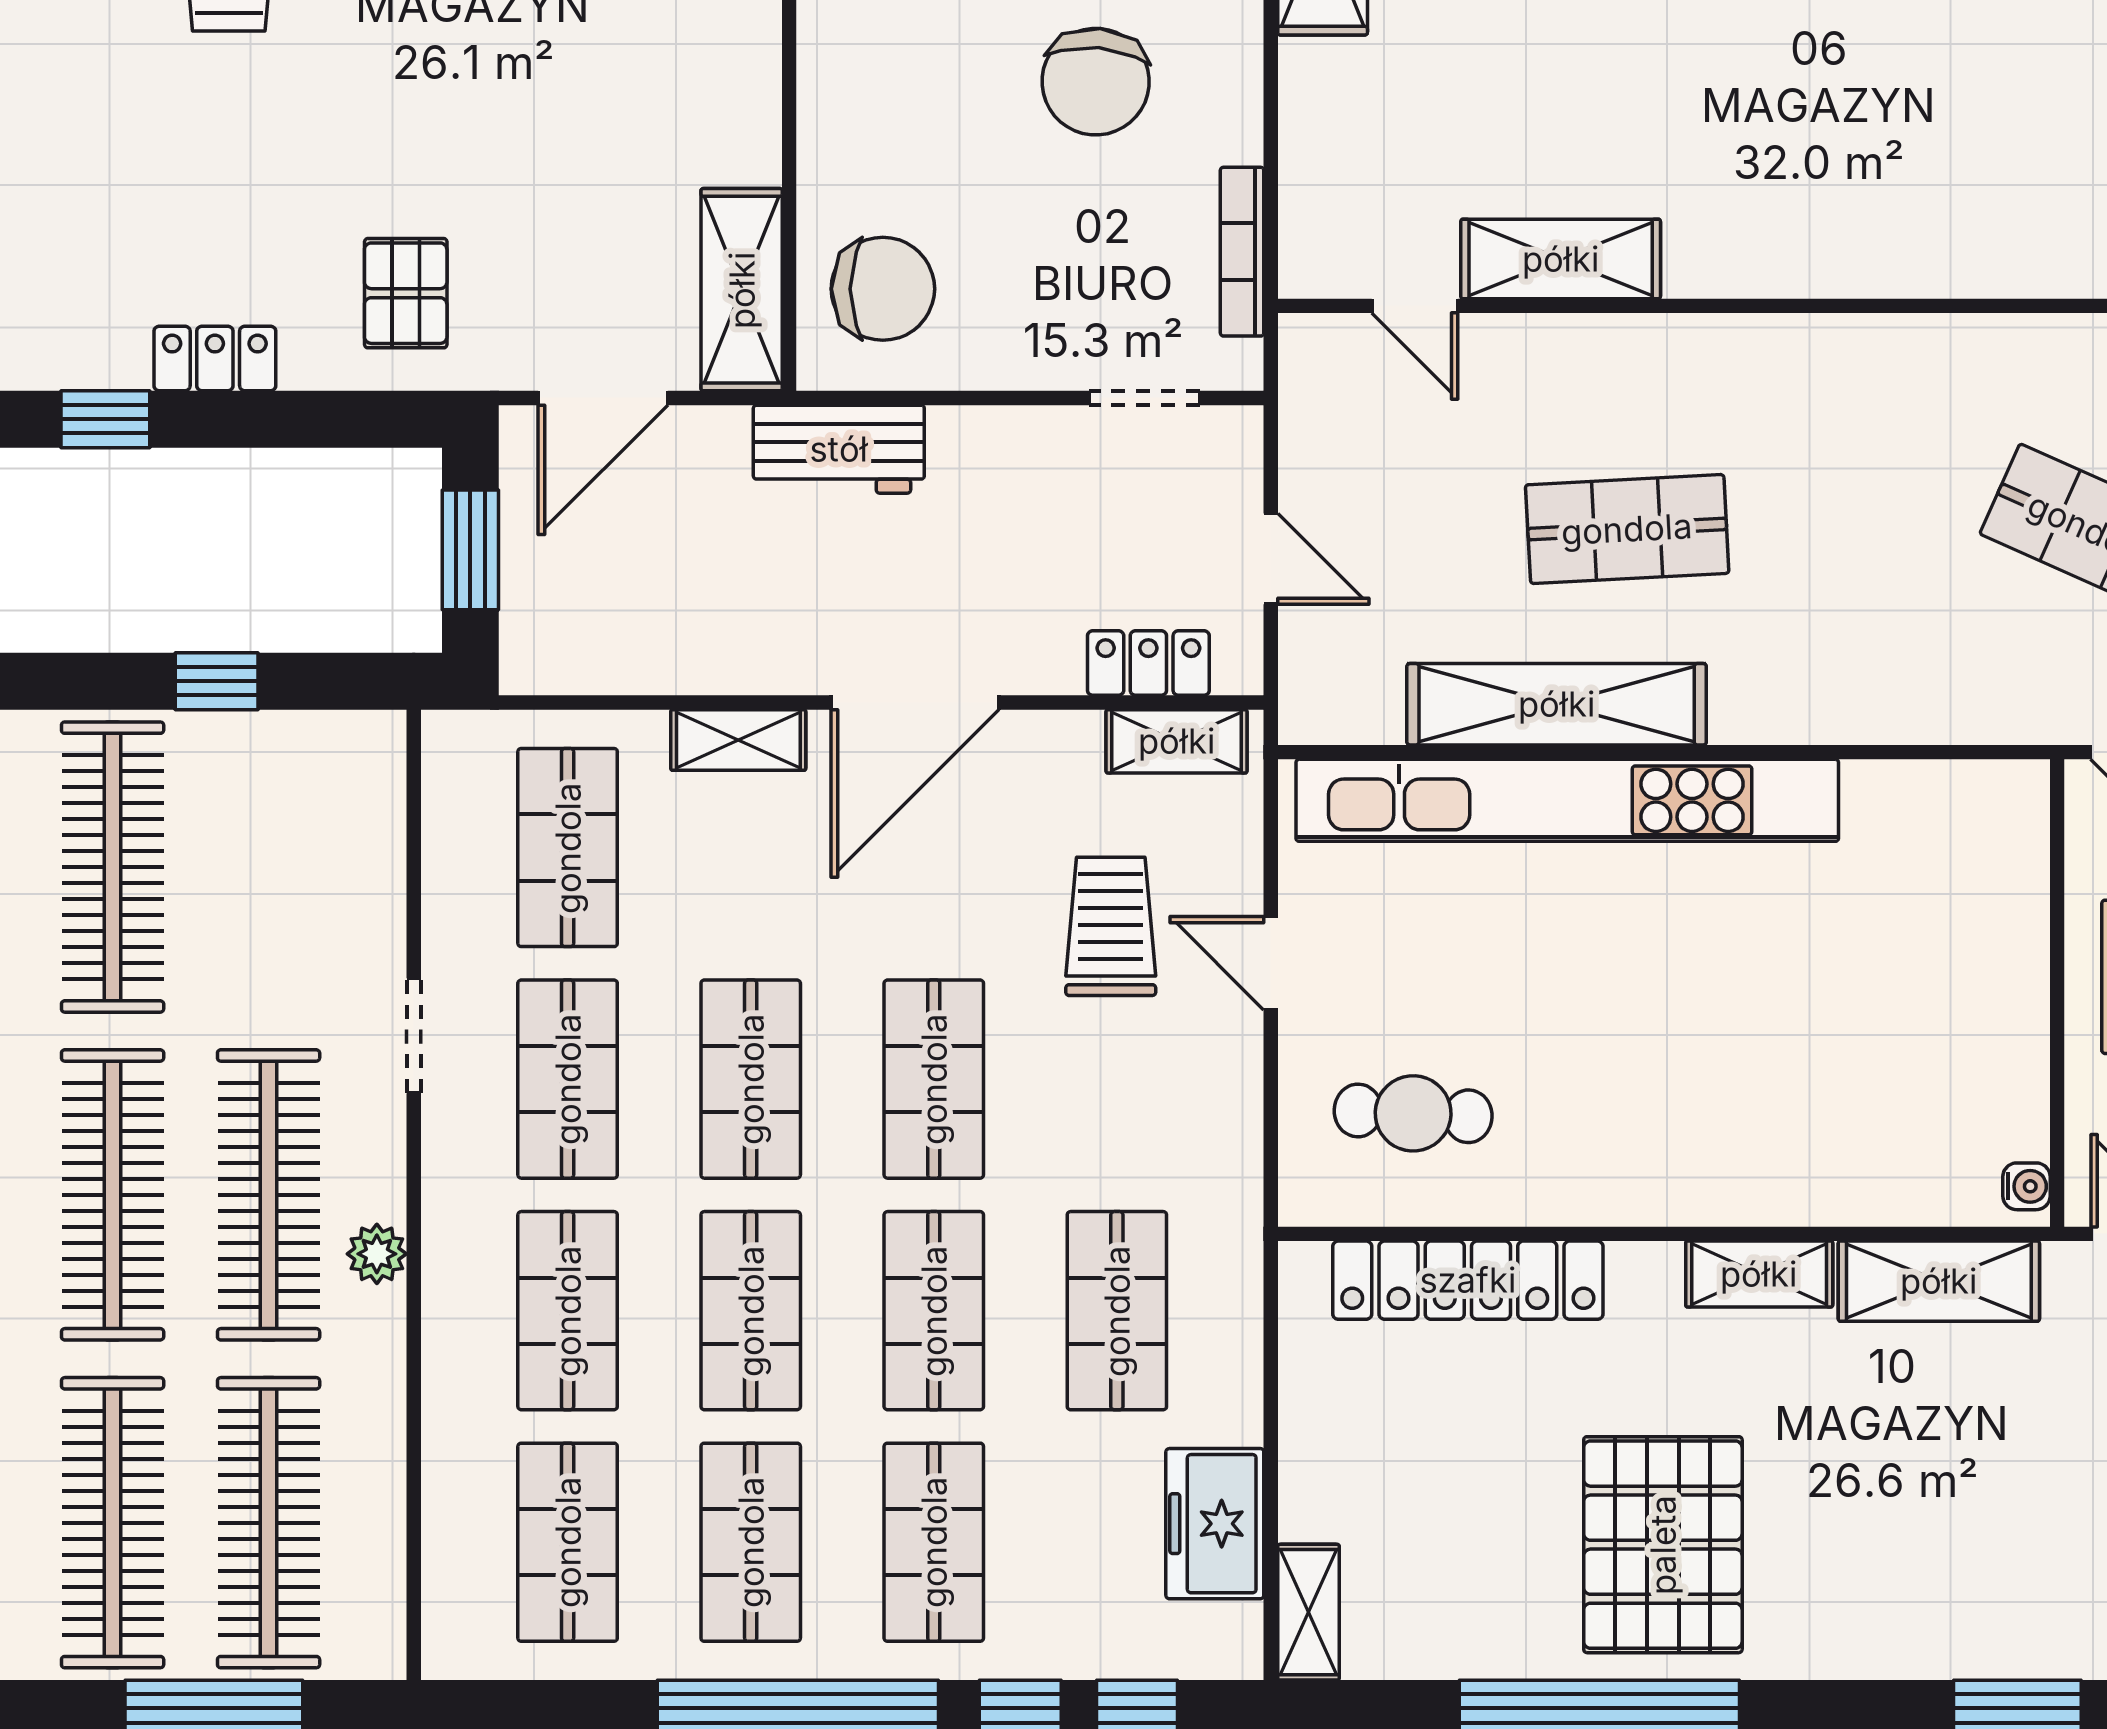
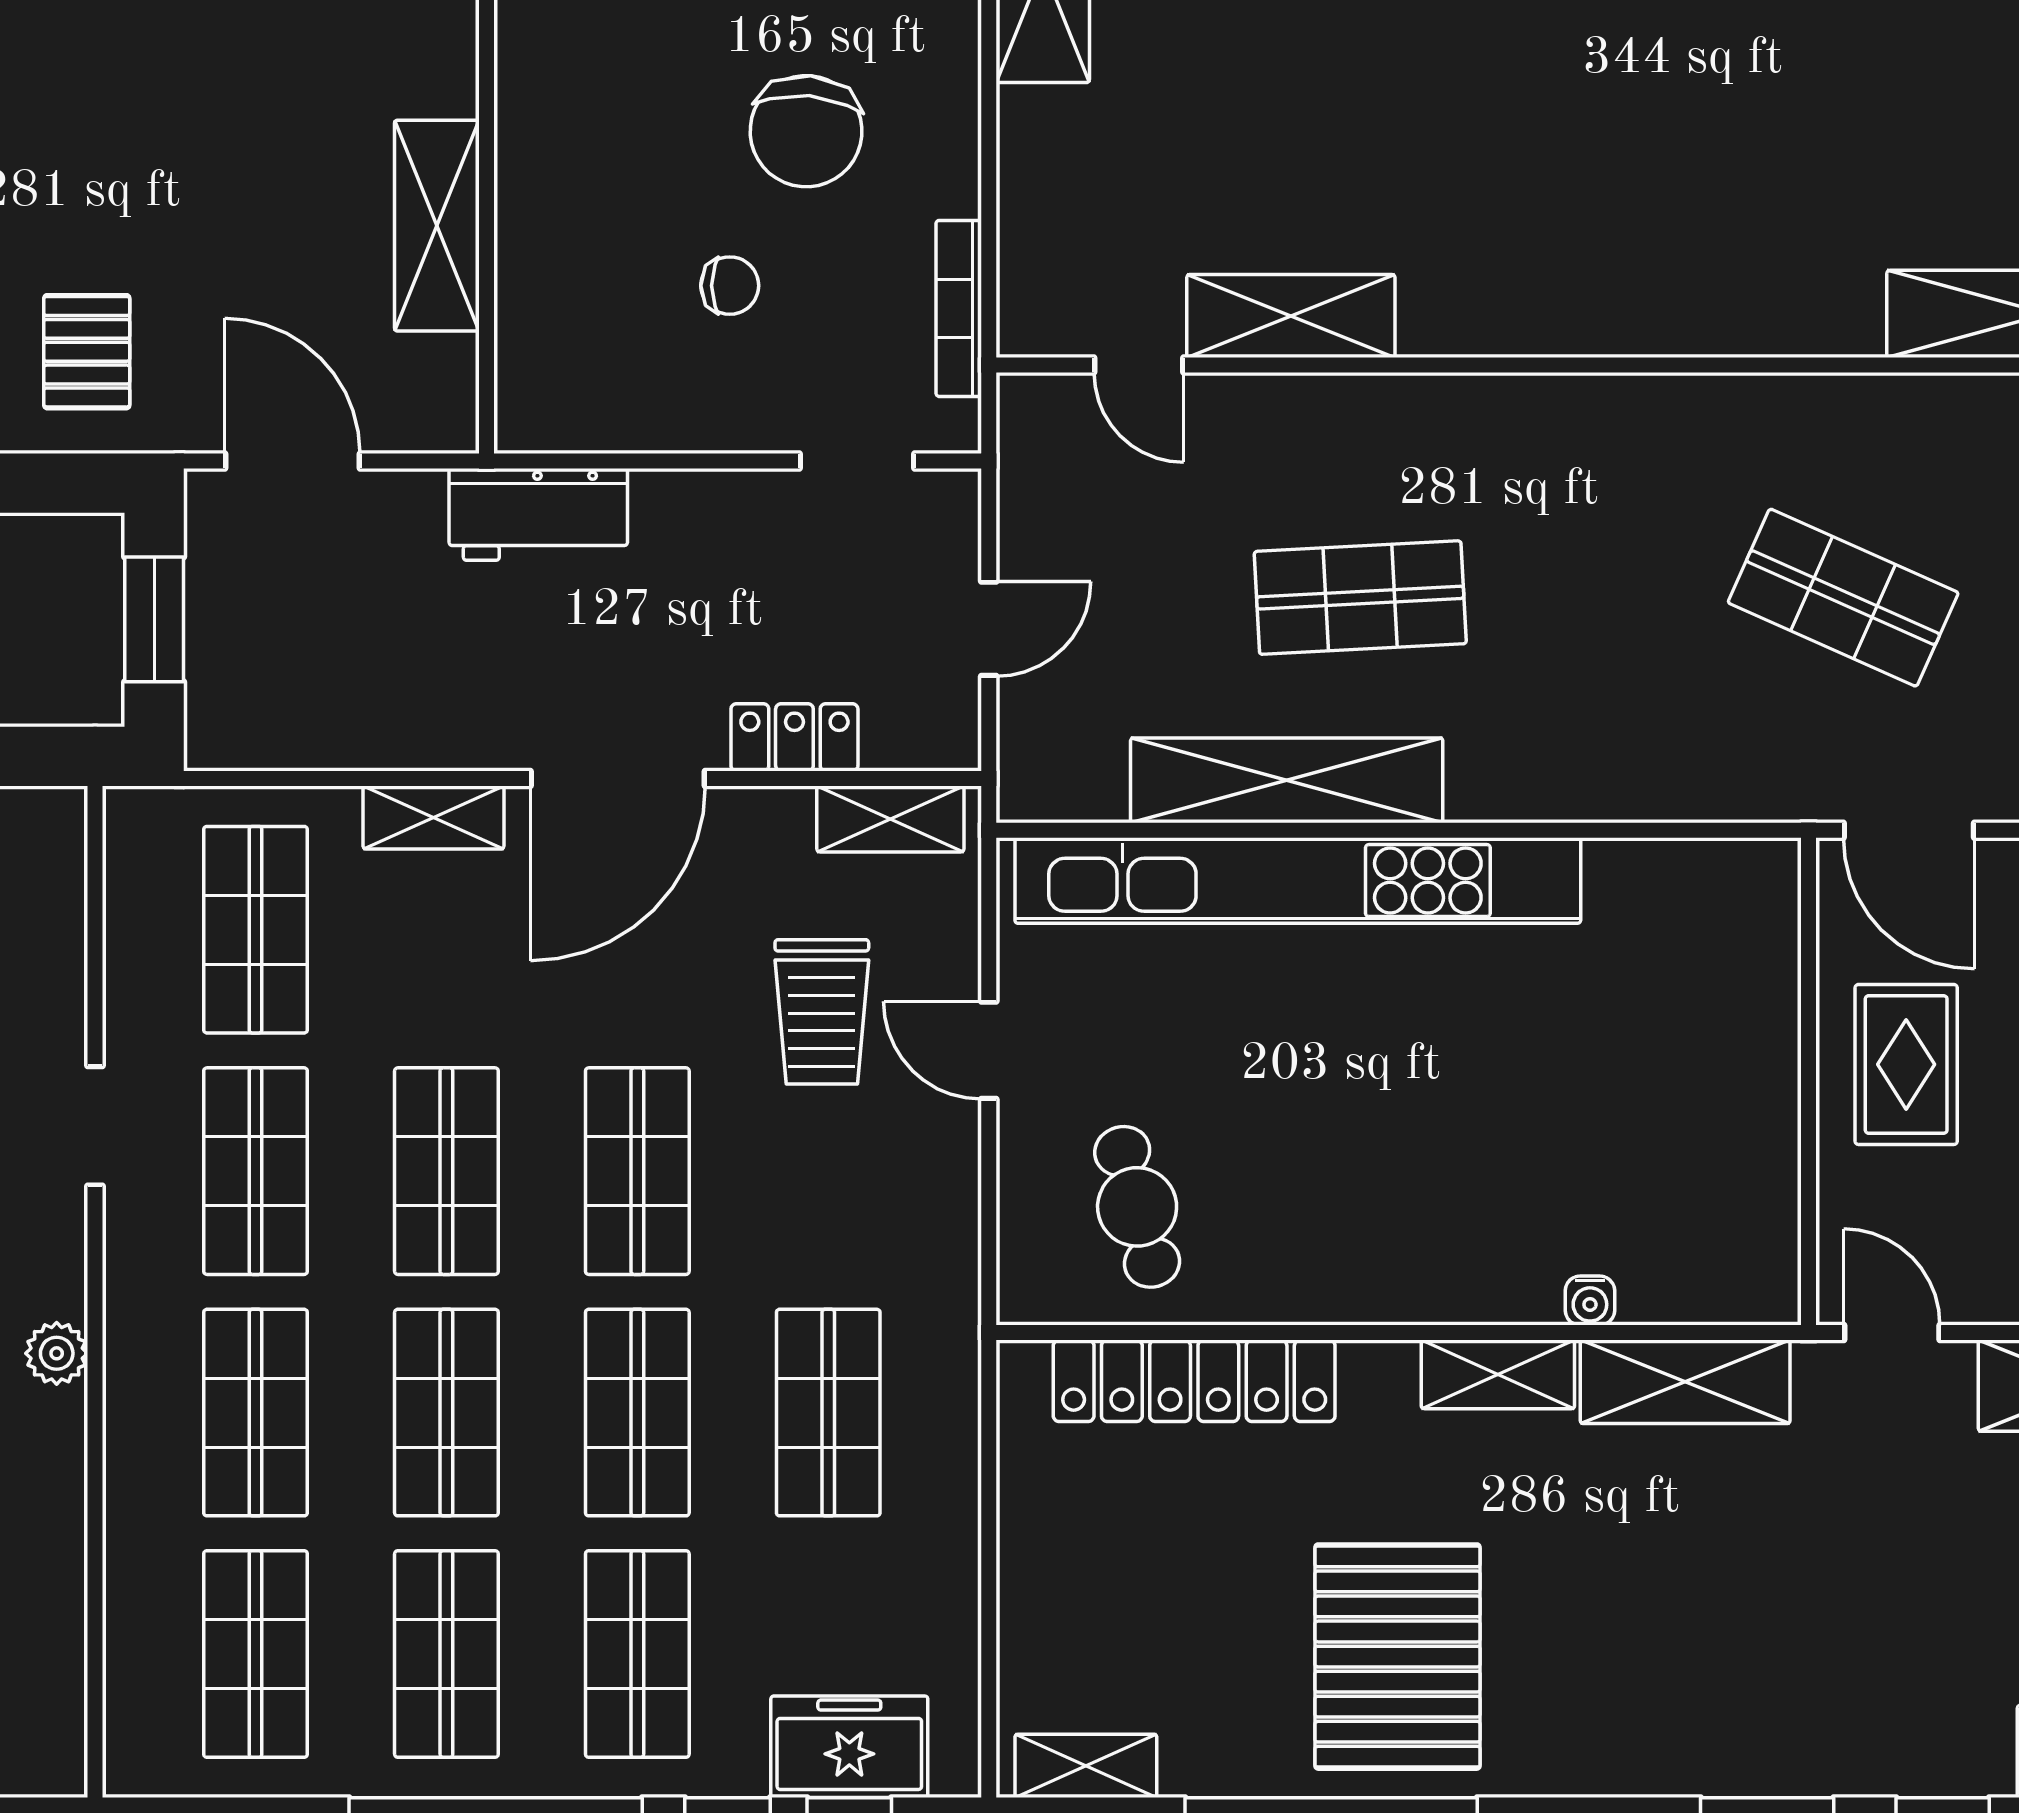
chair: (883, 289) -> (730, 286), moved, width x0.54, depth x0.54
shelving: (742, 290) -> (437, 226), moved
door: (603, 398) -> (292, 461), swing flipped
door: (1271, 559) -> (989, 629), hinge flipped
locker: (1148, 663) -> (794, 737), moved
trolley: (1111, 926) -> (822, 1012), turned 180
cafe table: (1413, 1113) -> (1137, 1207), turned 72
water cooler: (2026, 1186) -> (1590, 1301), moved, turned 90
freezer: (1215, 1524) -> (849, 1747), moved, turned 90
shelving: (1308, 1612) -> (1086, 1766), moved, turned 90

